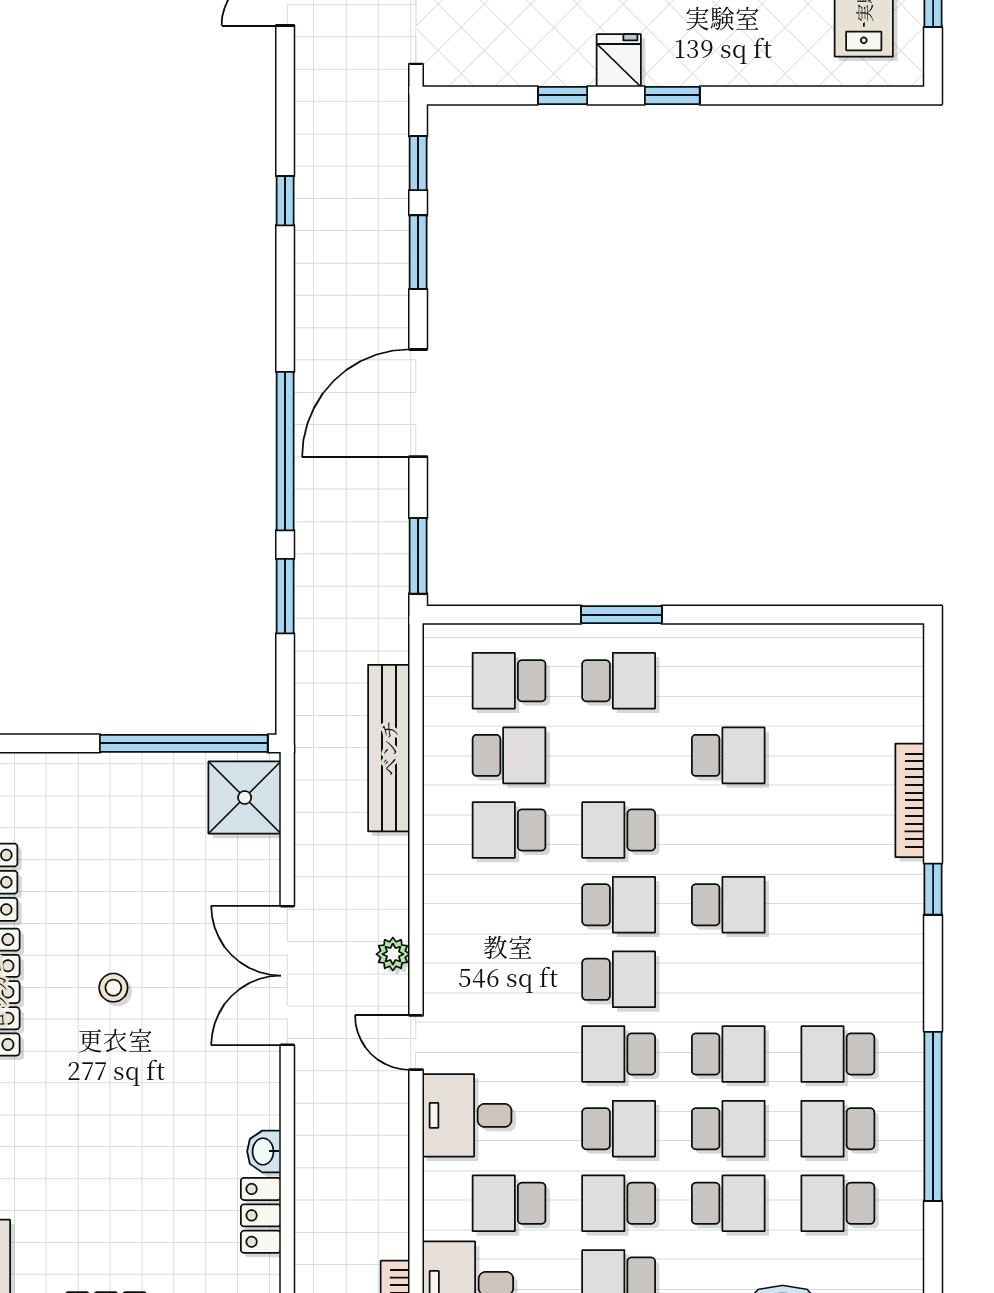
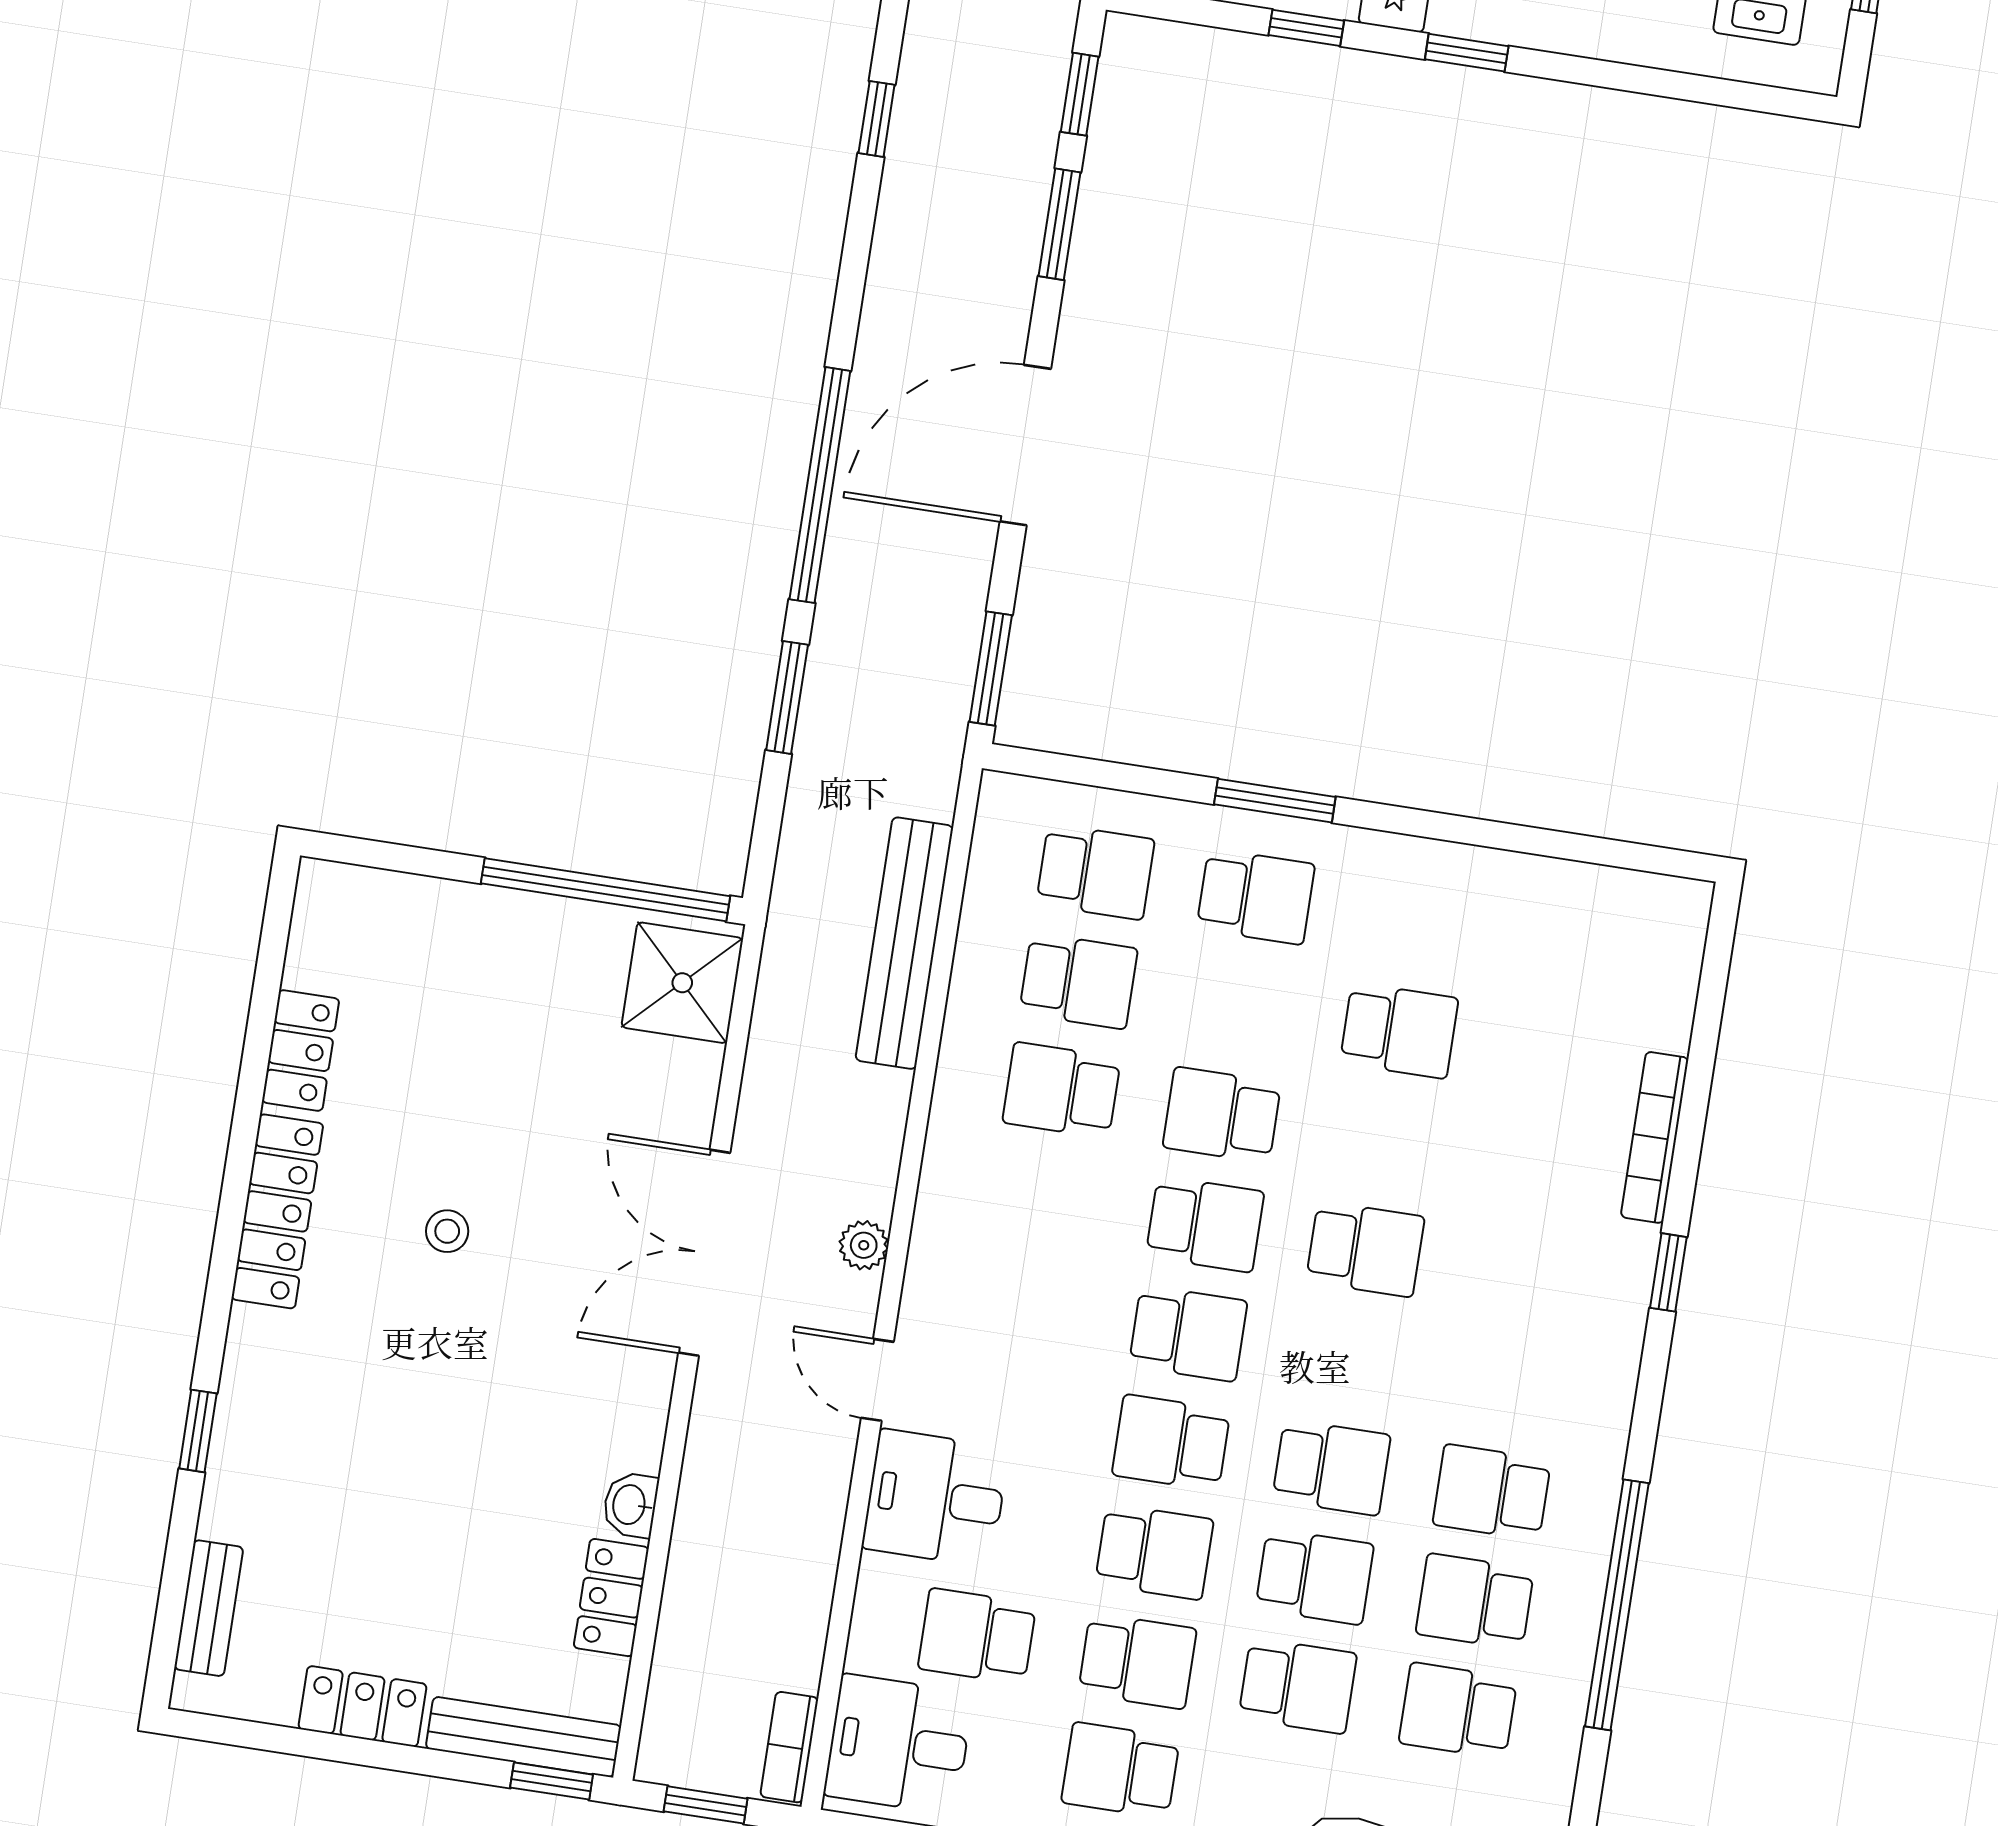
school desk: (509, 681) -> (1095, 872), turned 180
school desk: (619, 1203) -> (1137, 1661), turned 180

